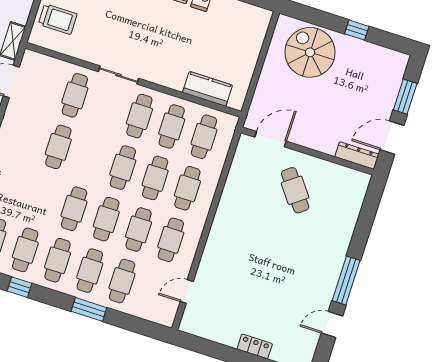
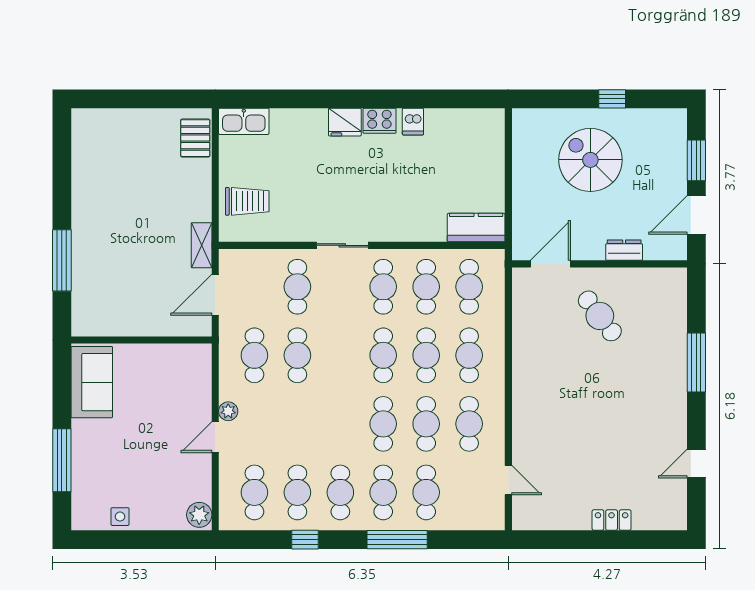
spiral stairs: (310, 52) -> (590, 160), moved
kitchen counter: (208, 89) -> (476, 228), moved
dresser: (357, 155) -> (624, 250), moved, width x0.70
cafe table: (74, 209) -> (254, 355), moved
window: (346, 281) -> (696, 362), moved
door: (187, 291) -> (508, 480), swing flipped
window: (89, 309) -> (397, 540), width x1.44

